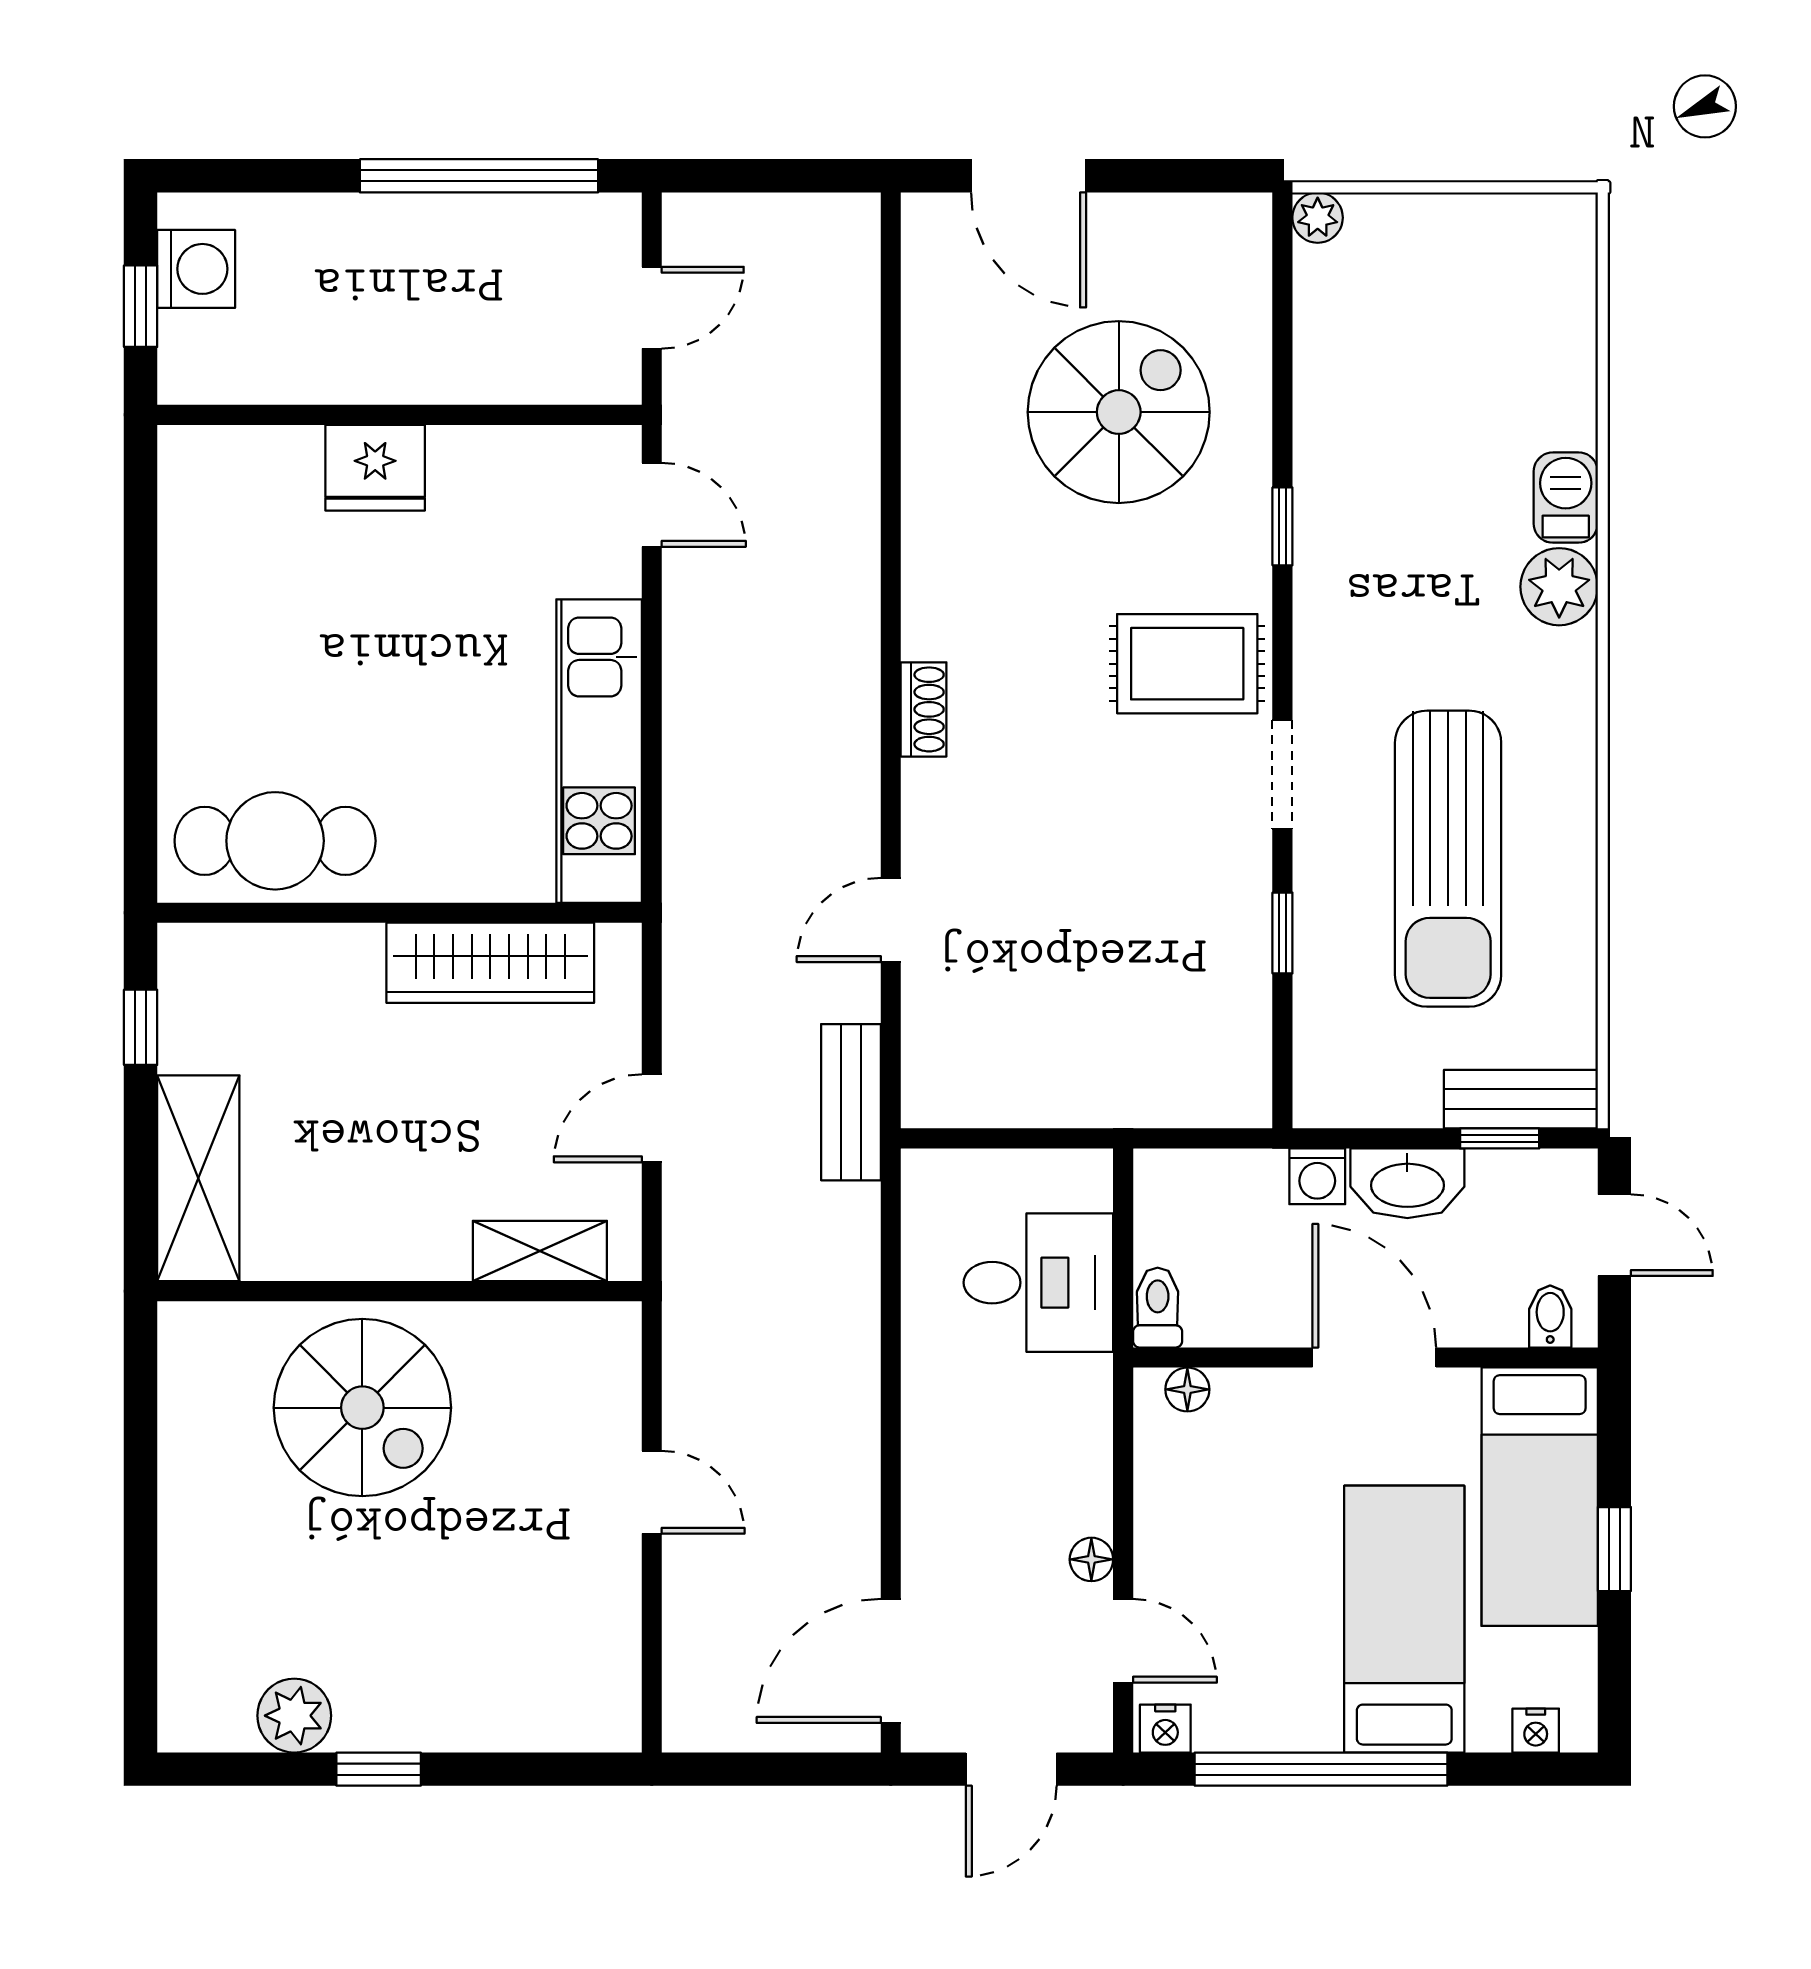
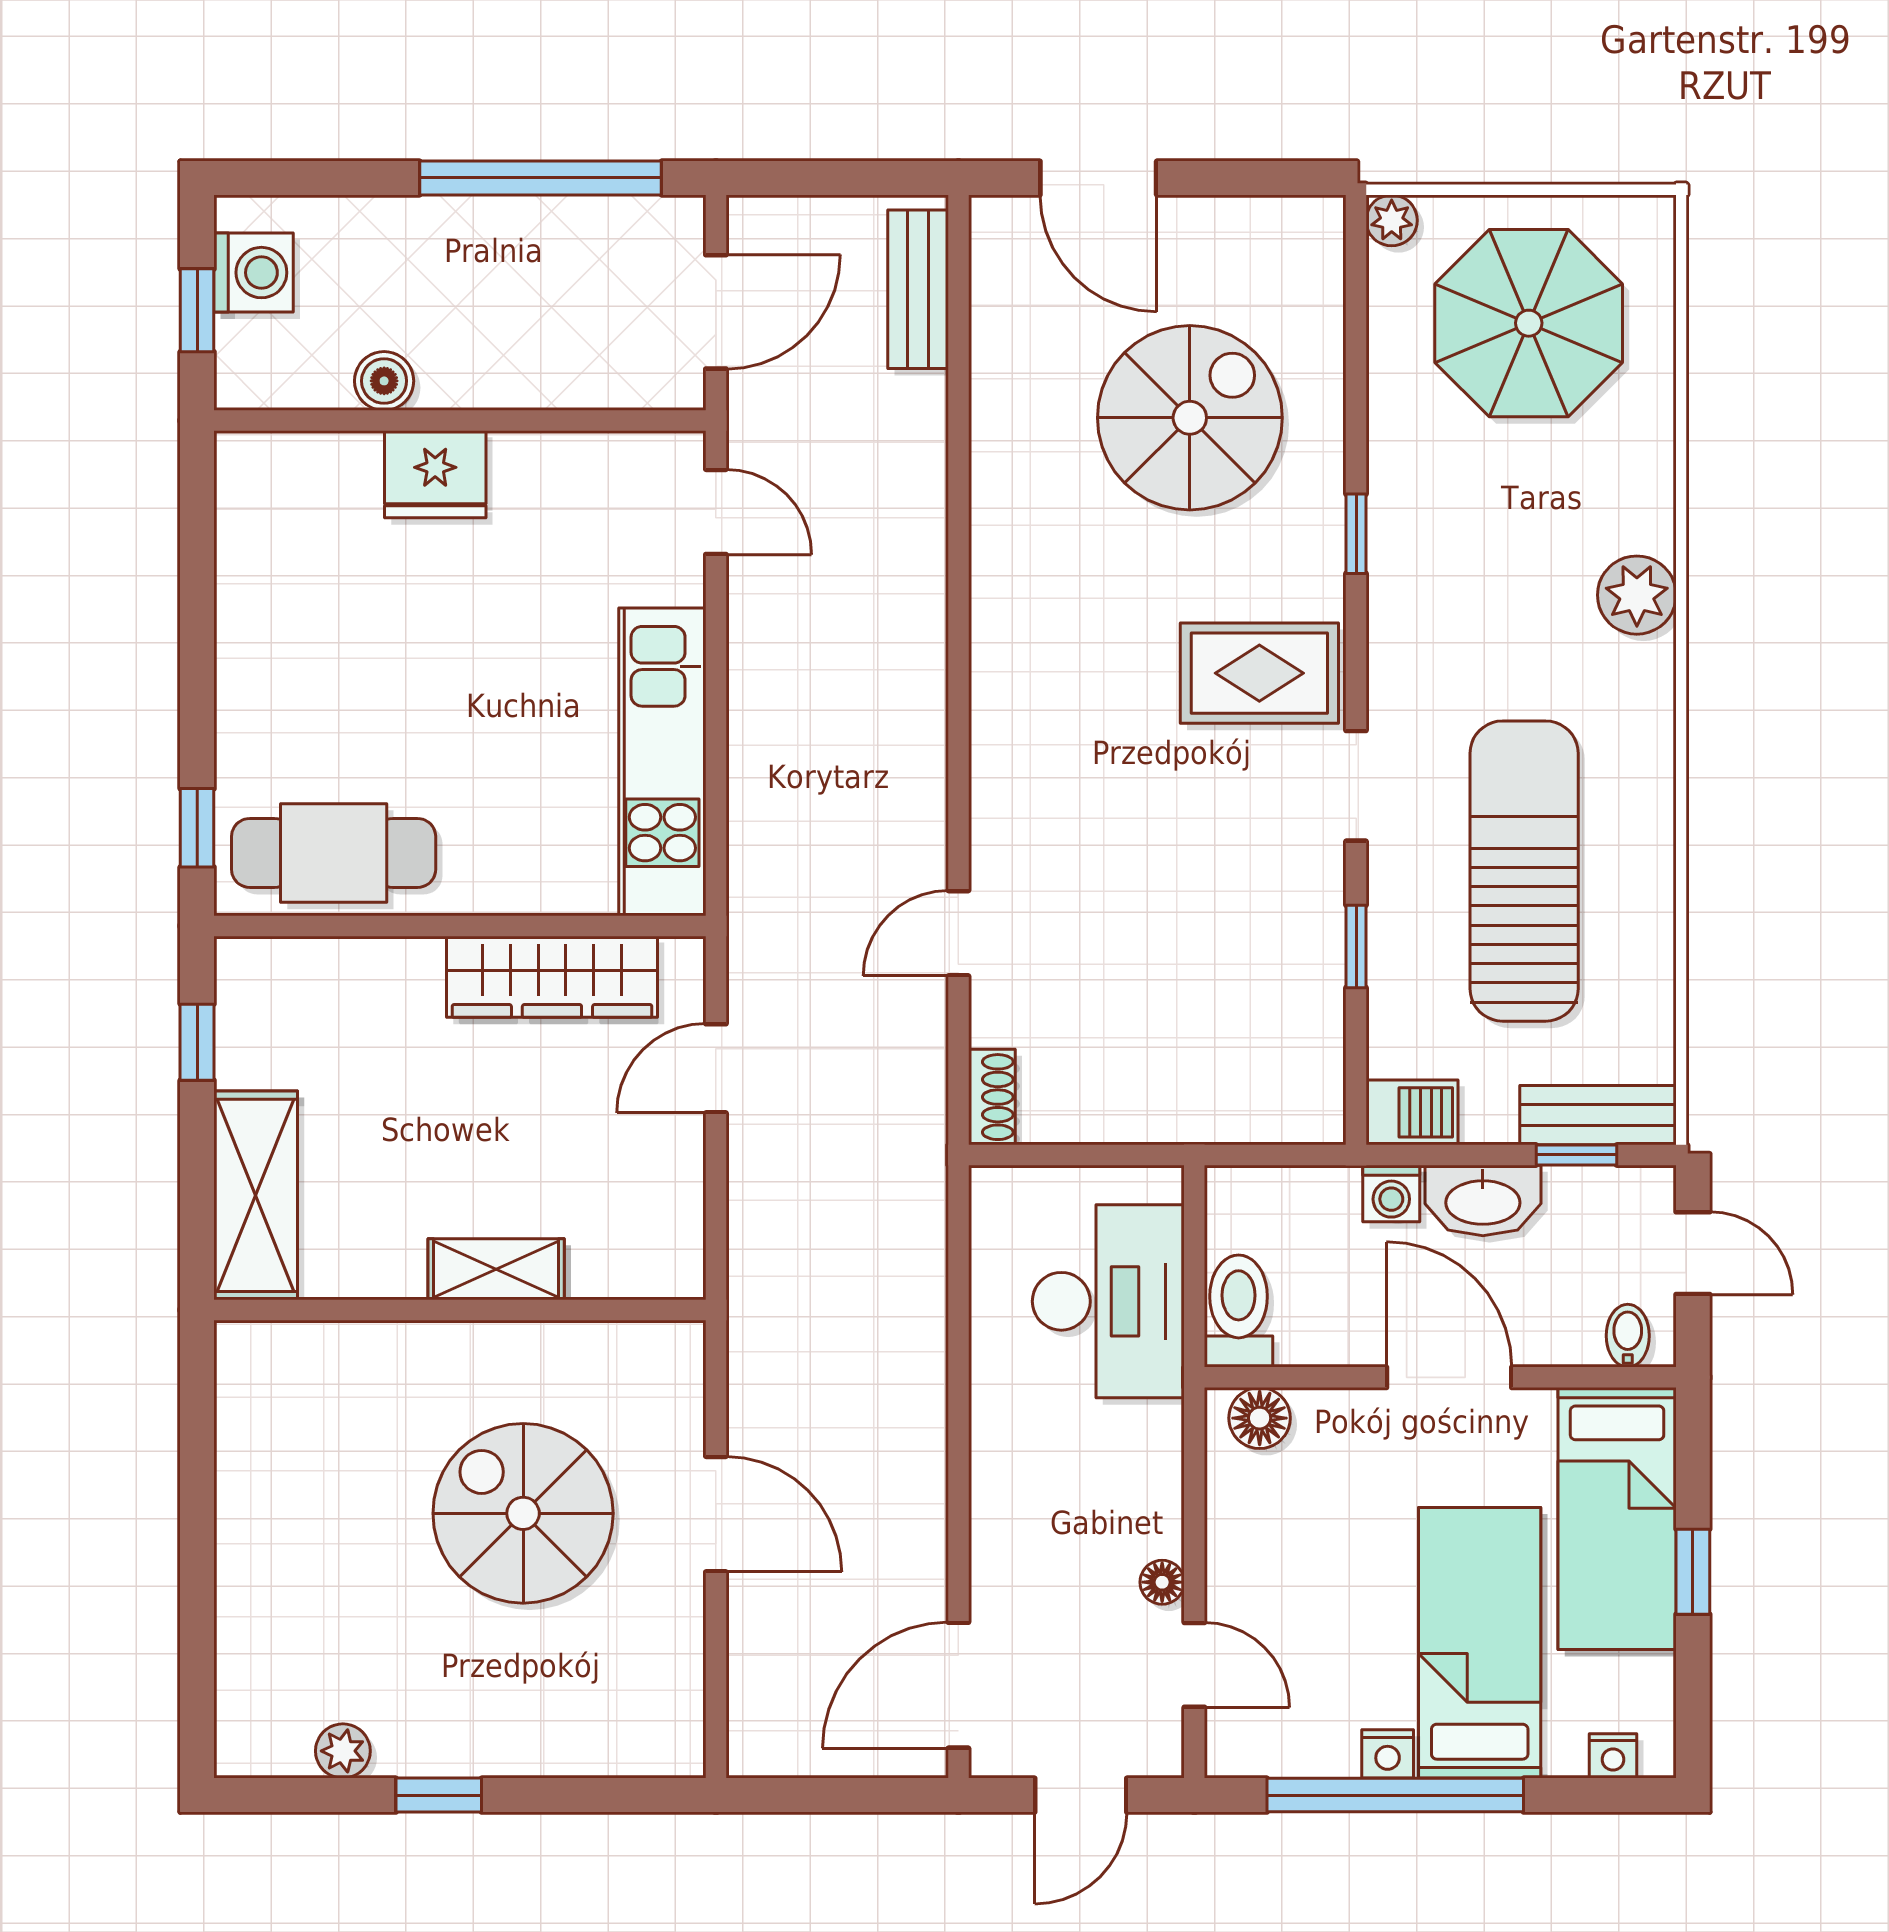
door: (652, 308) -> (716, 312), width x1.38
parasol: (1453, 319) -> (1529, 323), added
boiler: (325, 376) -> (384, 381), added
barbecue: (1566, 498) -> (1412, 1112), moved, turned 90
shoe rack: (924, 709) -> (992, 1097), moved
window: (141, 816) -> (197, 828), added
sun lounger: (1448, 859) -> (1524, 871), turned 180
bench: (851, 1102) -> (918, 289), moved
door: (652, 1118) -> (716, 1068), moved
shelving: (540, 1251) -> (496, 1269), moved
desk: (1038, 1283) -> (1108, 1301), width x1.37
toilet: (1158, 1308) -> (1239, 1311), width x1.37, depth x1.39
floor lamp: (1187, 1389) -> (1260, 1418), width x1.37, depth x1.37
spiral stairs: (362, 1408) -> (523, 1513), moved, turned 180
door: (652, 1492) -> (716, 1514), width x1.38
plant: (294, 1716) -> (343, 1751), width x0.73, depth x0.73
nightstand: (1165, 1729) -> (1388, 1754), moved

